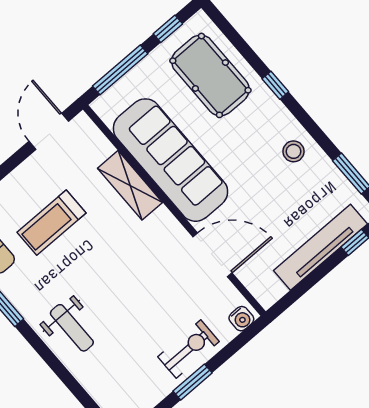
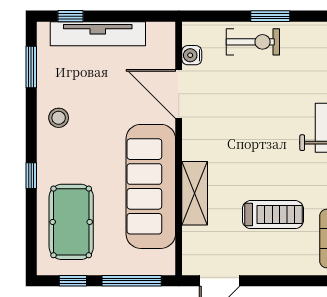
water cooler: (241, 319) -> (192, 55), moved, turned -90
exercise bike: (189, 349) -> (253, 42), turned 180

